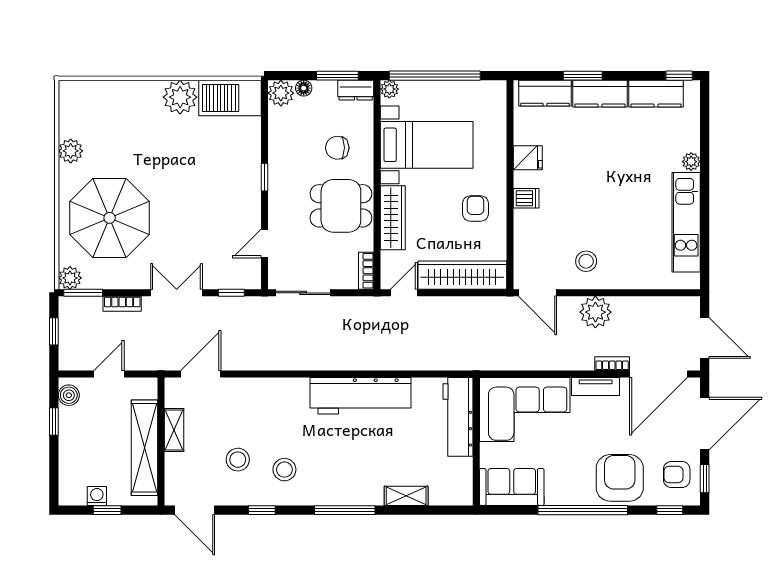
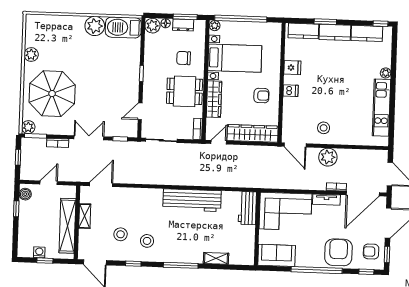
dresser: (356, 90) -> (183, 25), moved
armchair: (475, 209) -> (261, 96), turned 90
workbench: (458, 417) -> (247, 208), width x0.73

